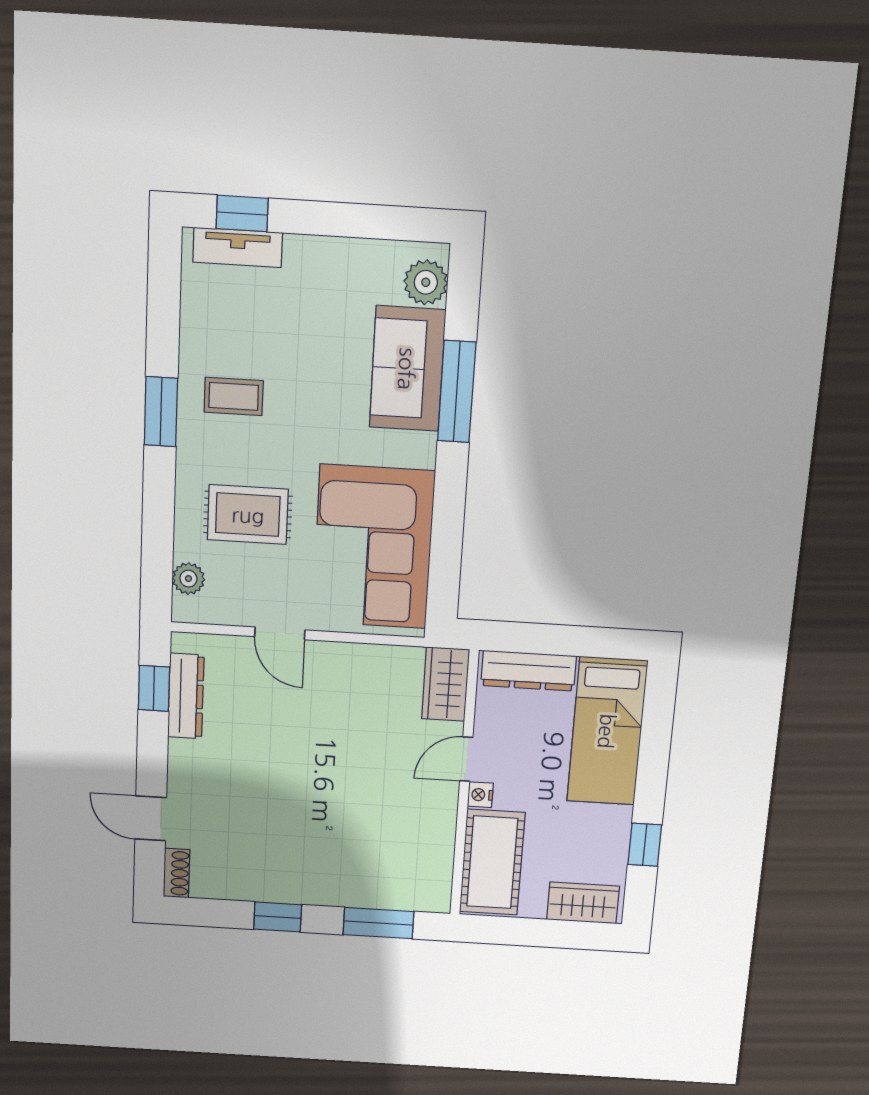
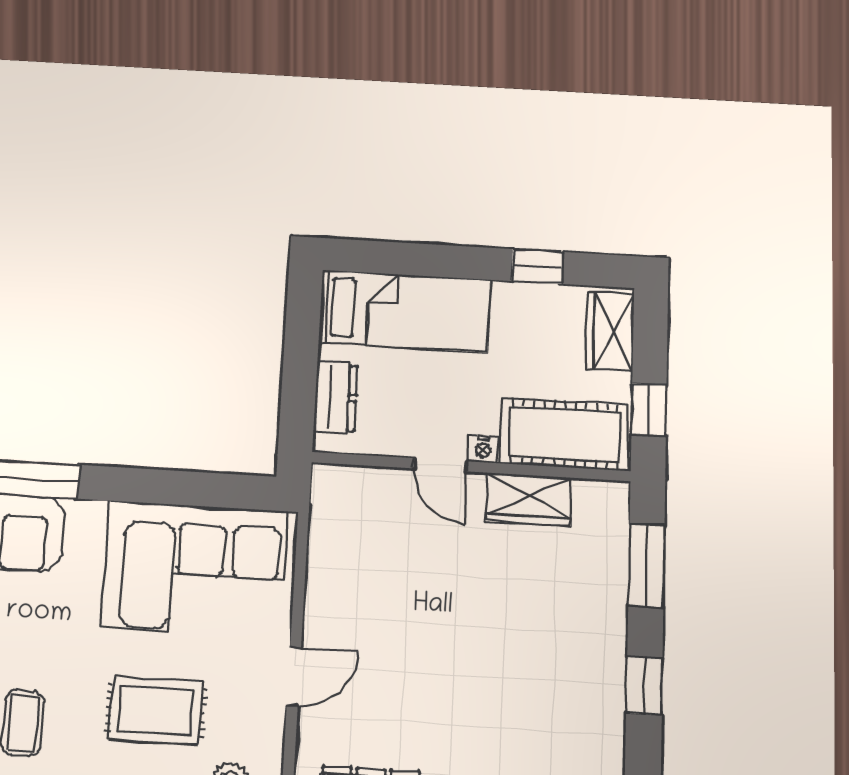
rug: (248, 515) -> (156, 710), turned 90
dresser: (529, 671) -> (336, 397), width x0.70
wardrobe: (445, 684) -> (529, 499), moved
window: (513, 931) -> (649, 409), added

